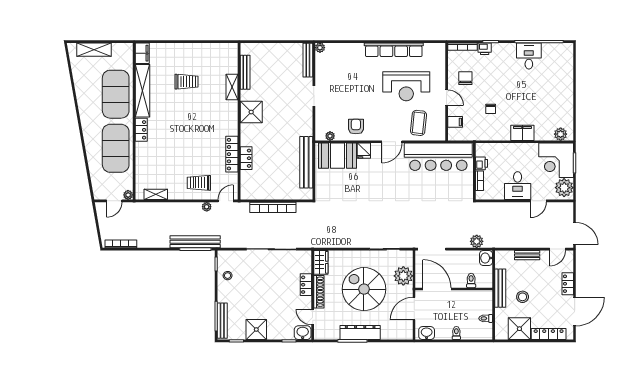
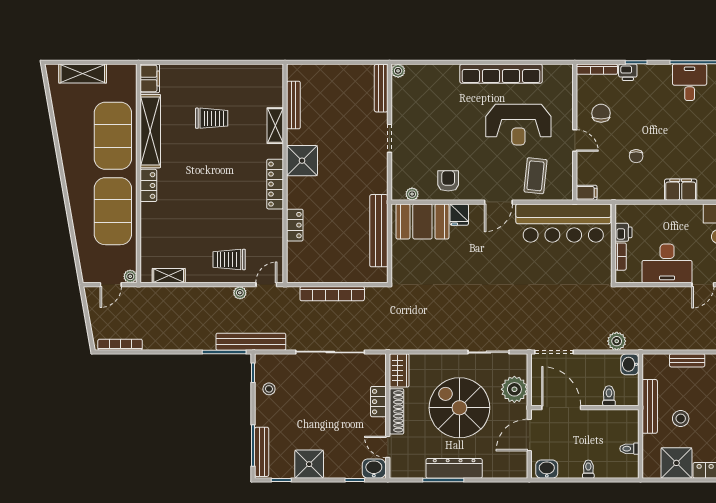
filing cabinet: (455, 122) -> (587, 193), moved
locker: (232, 154) -> (275, 184), moved
desk: (518, 186) -> (667, 263), width x1.37
bench: (195, 242) -> (251, 342), moved

